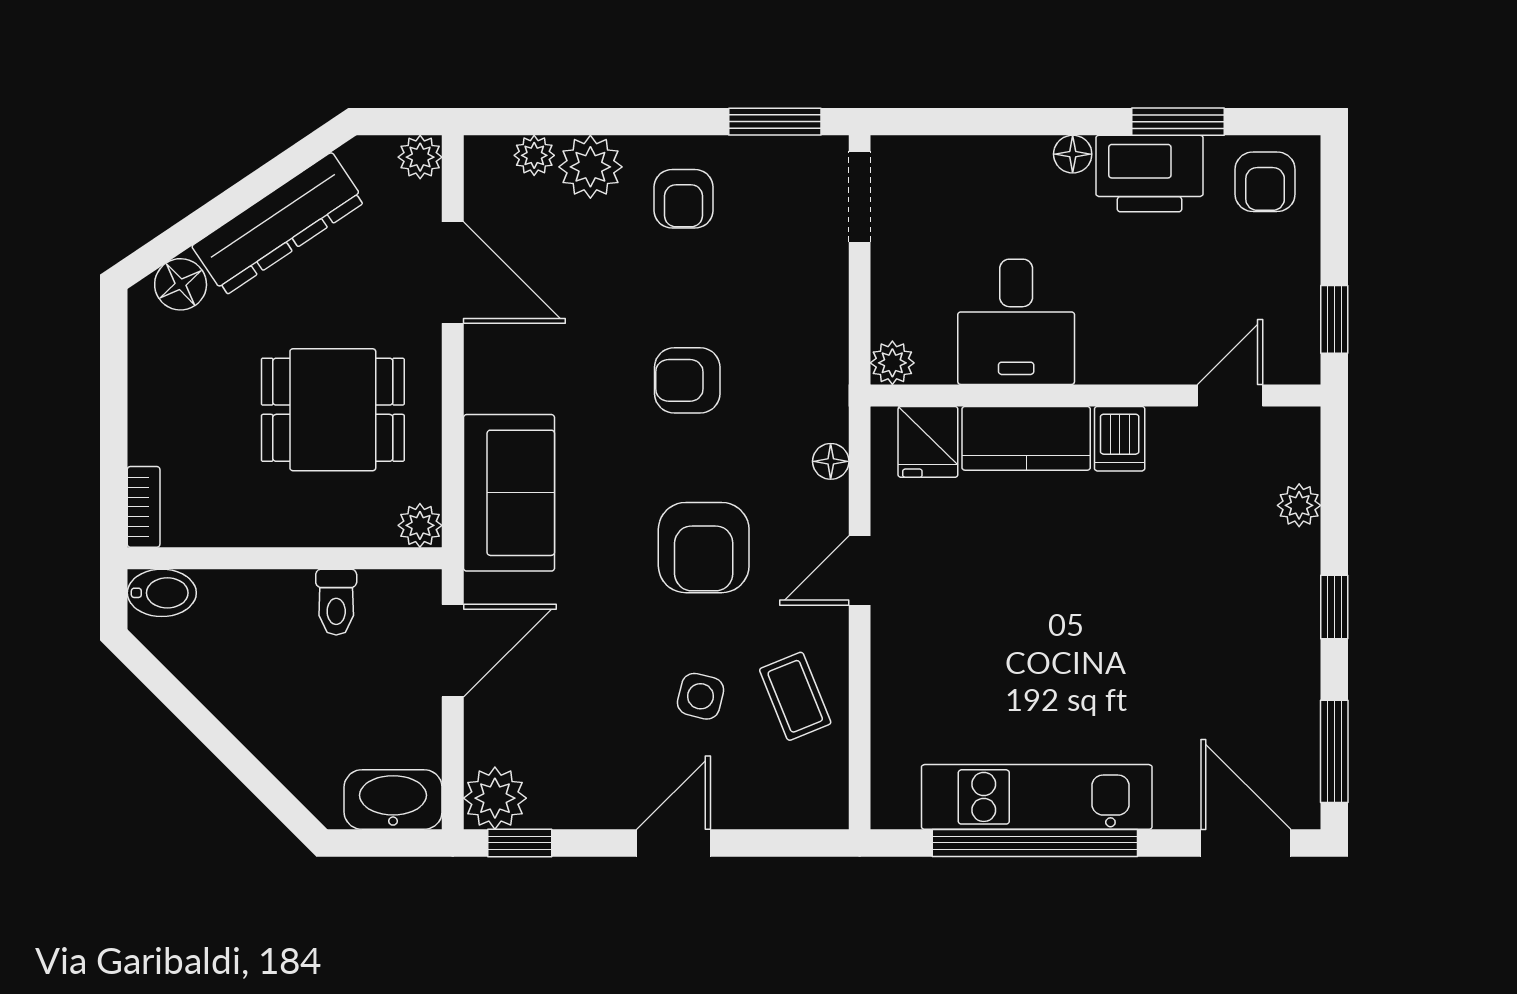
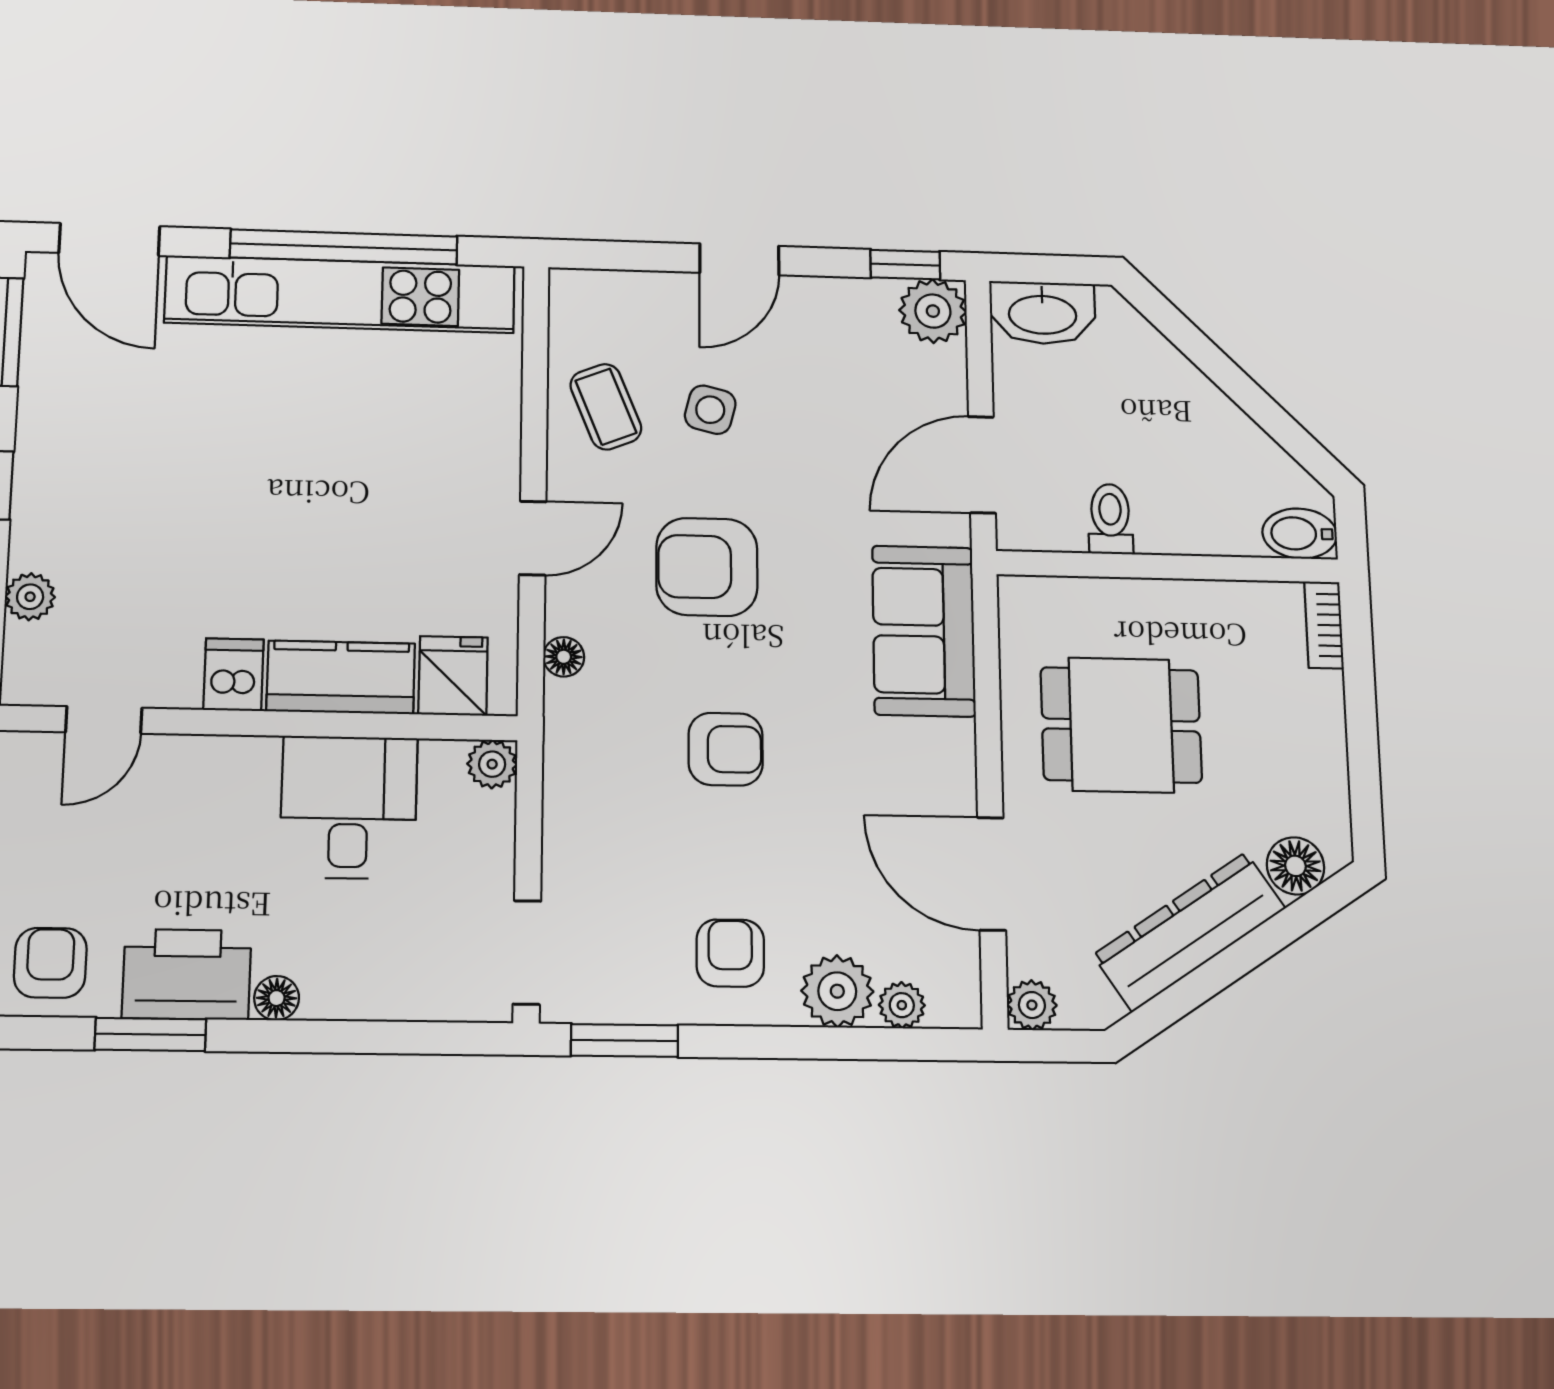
plant: (420, 525) -> (1021, 598), removed
armchair: (704, 548) -> (707, 567), turned -90
kitchen unit: (1037, 797) -> (340, 294), width x1.36

